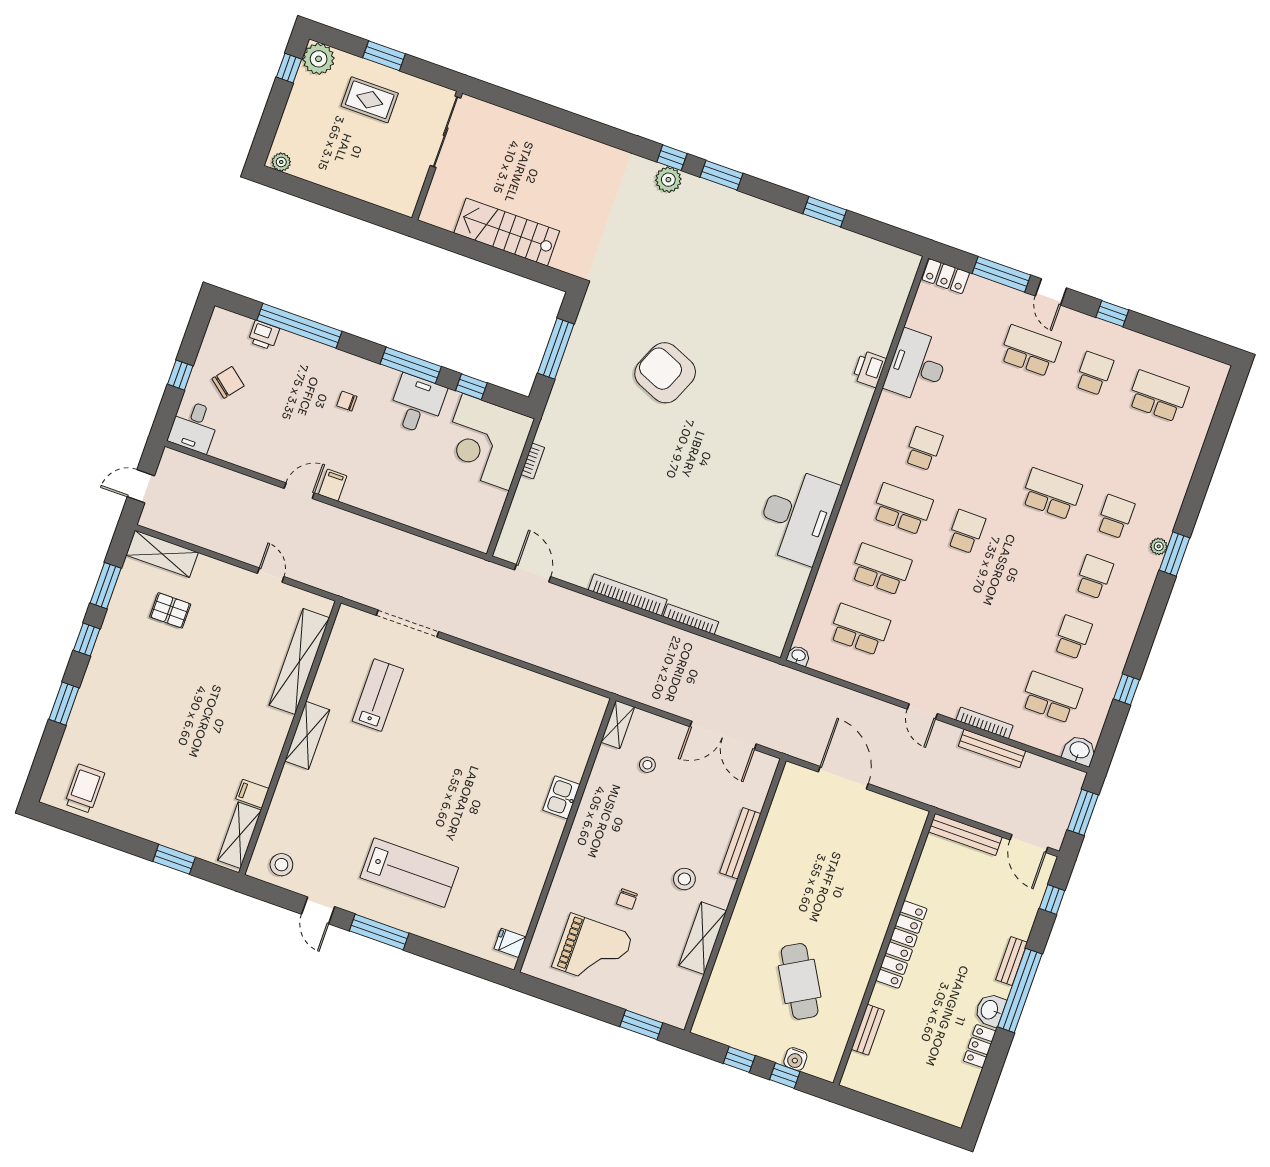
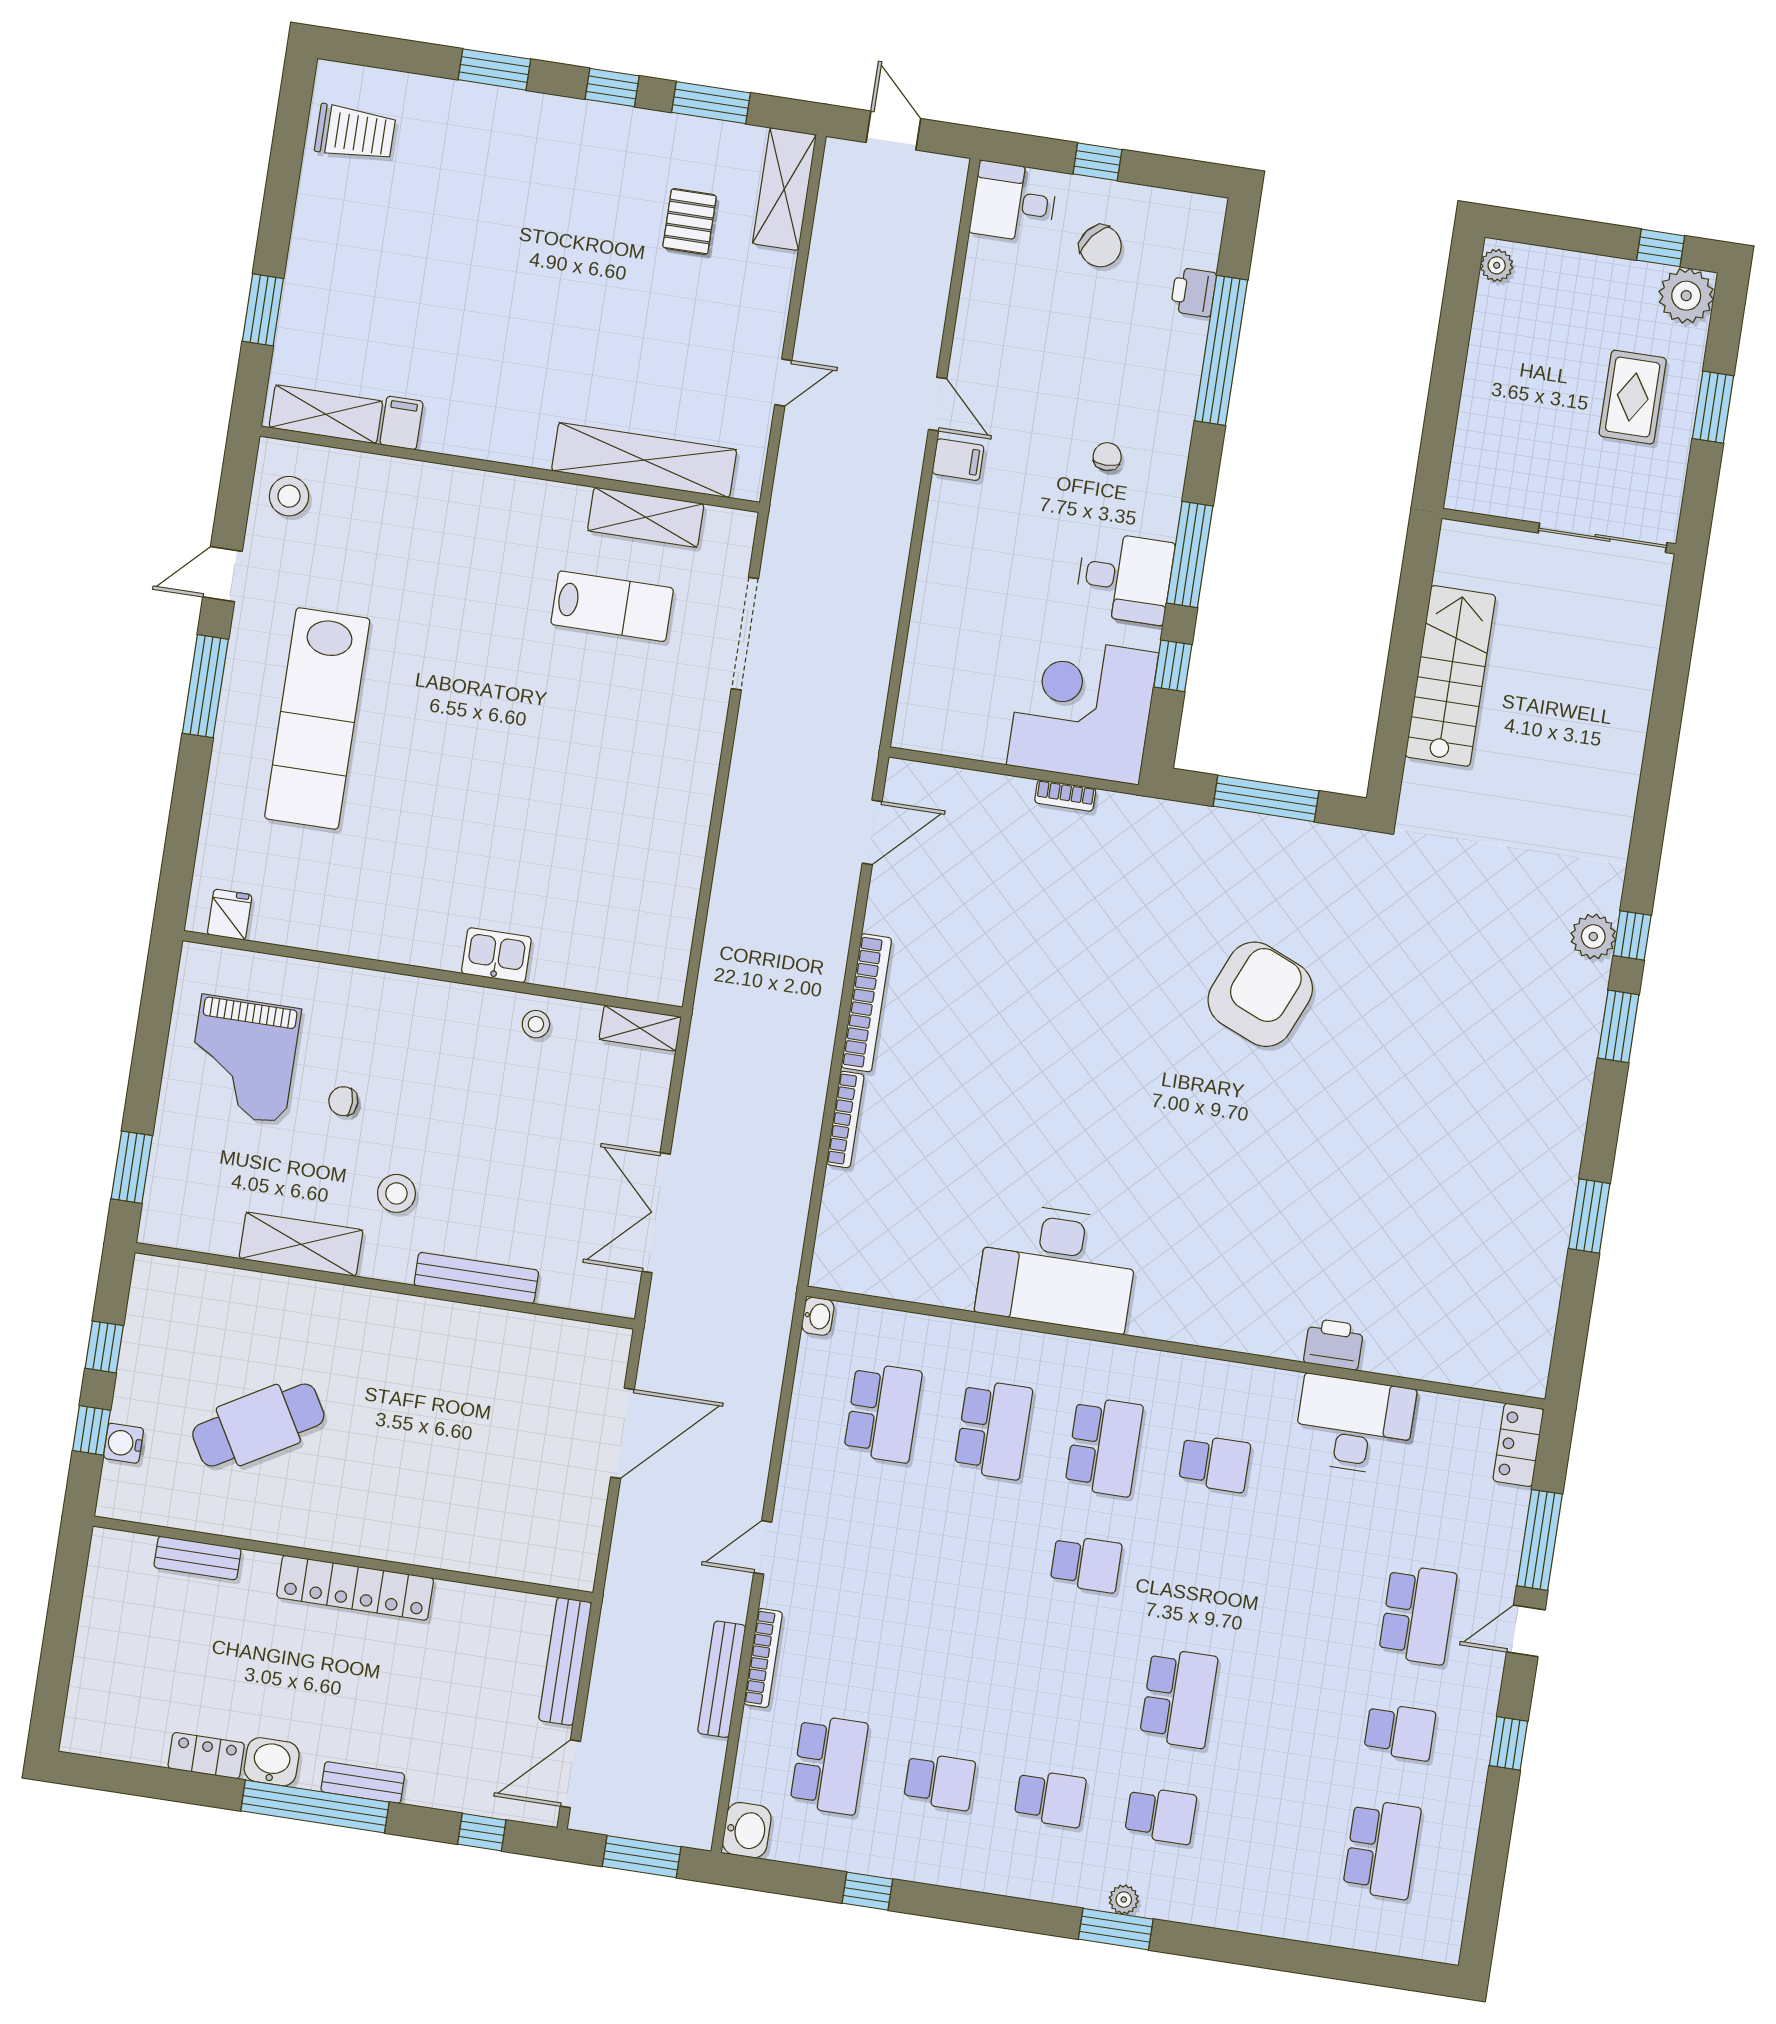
shelving: (307, 735) -> (646, 517), moved
stool: (647, 765) -> (536, 1024), moved
lab bench: (409, 873) -> (317, 718), width x1.36

